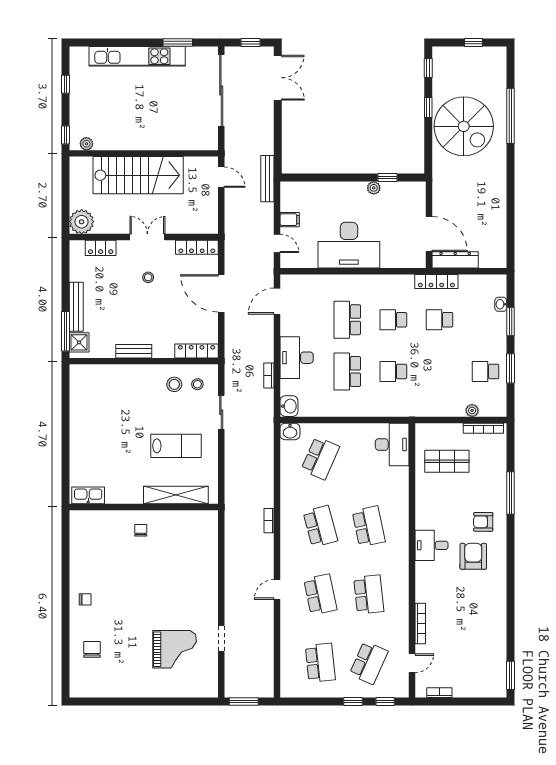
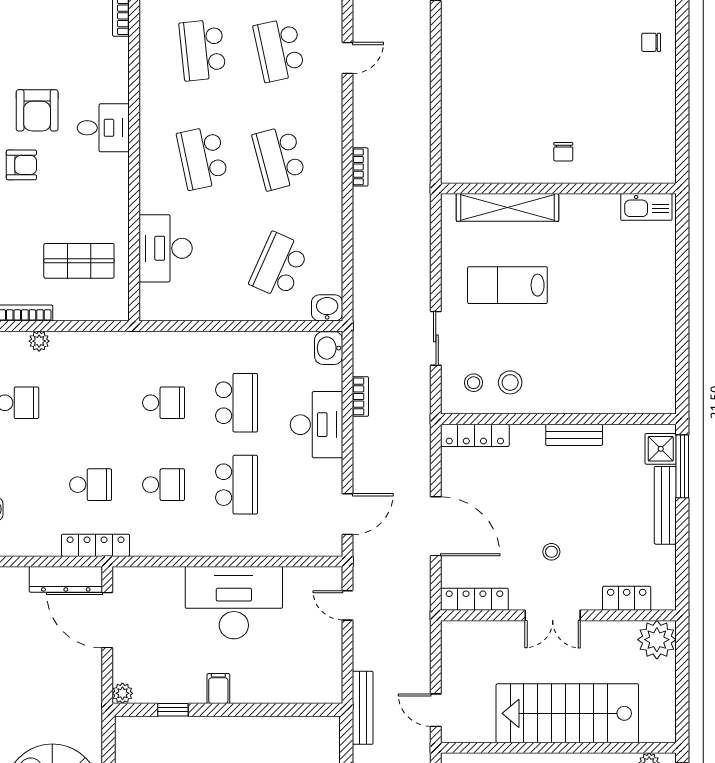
plant: (374, 188) -> (122, 693), moved
filing cabinet: (290, 220) -> (218, 689), moved, turned 90
desk: (392, 444) -> (166, 248), moved

